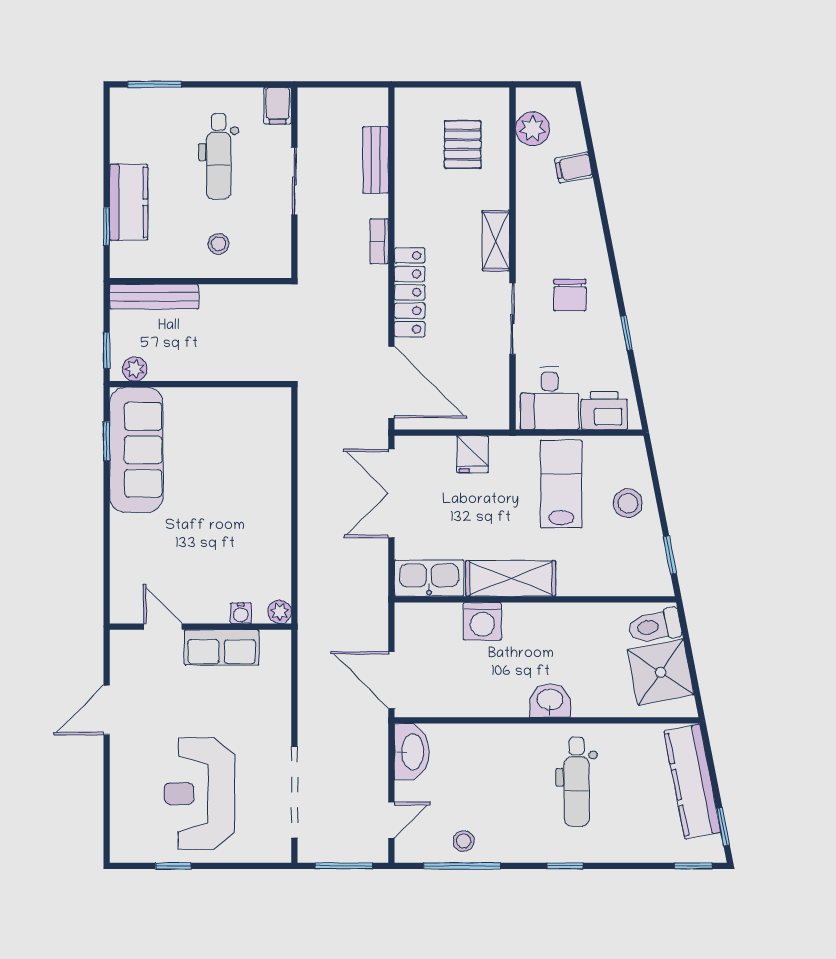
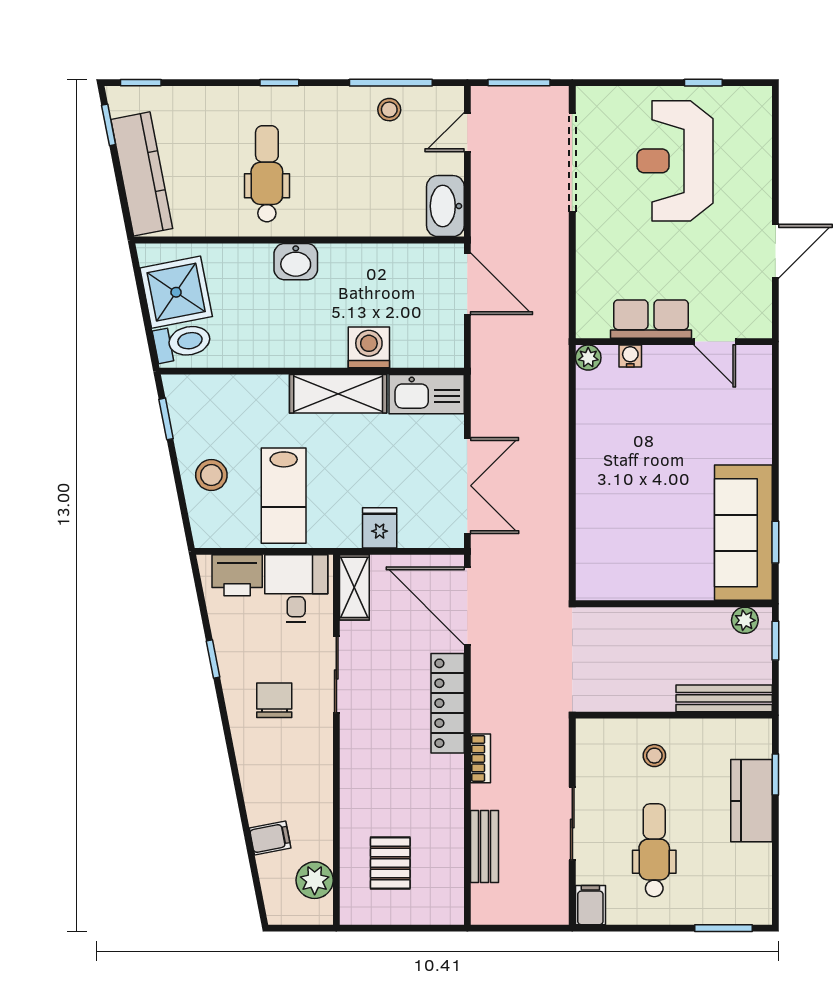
shelving: (496, 241) -> (354, 587), moved
reception desk: (199, 794) -> (675, 161), turned 180

